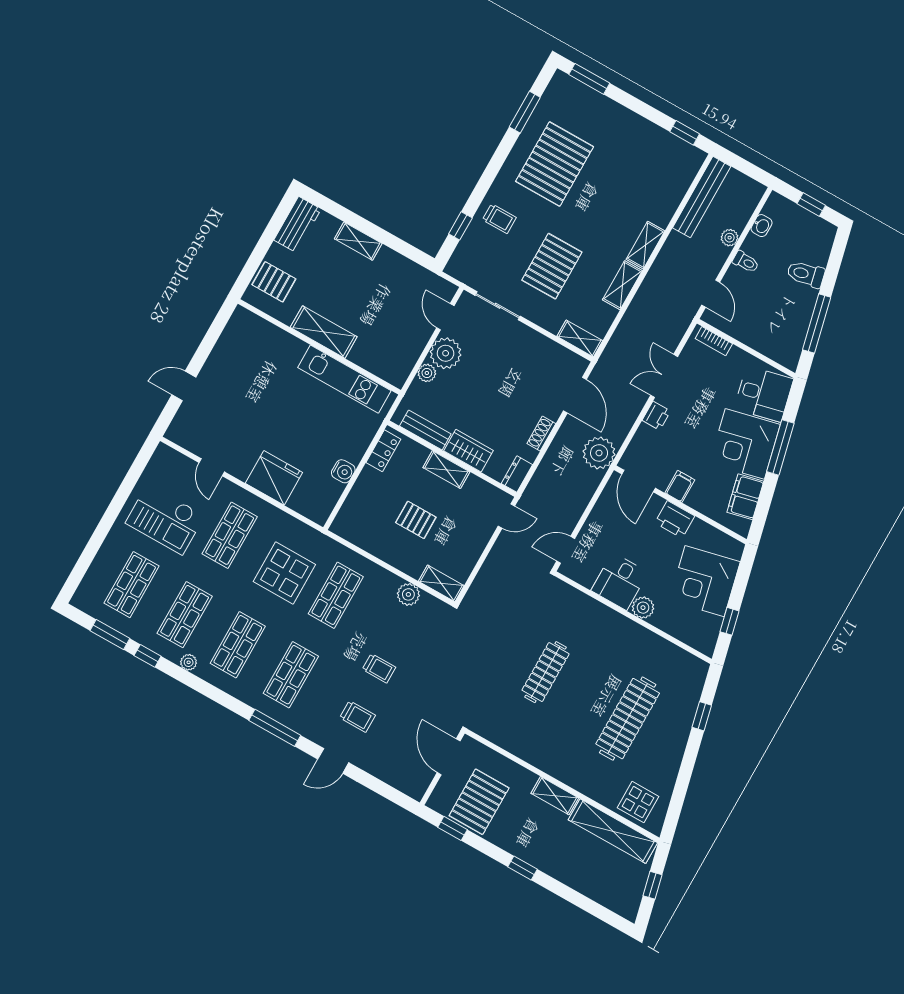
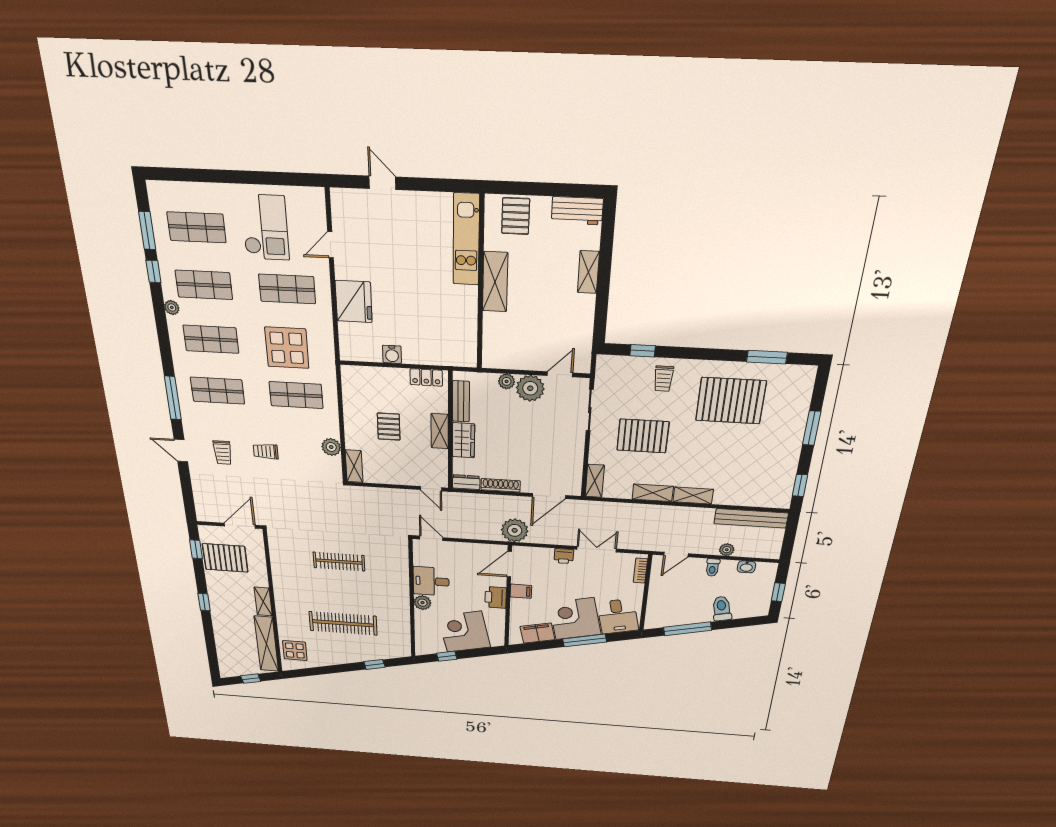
window: (589, 79) -> (812, 428), moved
kitchen unit: (344, 379) -> (466, 240), moved
shoe rack: (541, 434) -> (501, 485), width x1.43
checkout: (165, 519) -> (265, 227), turned 180
trolley: (379, 668) -> (266, 451), turned 90

